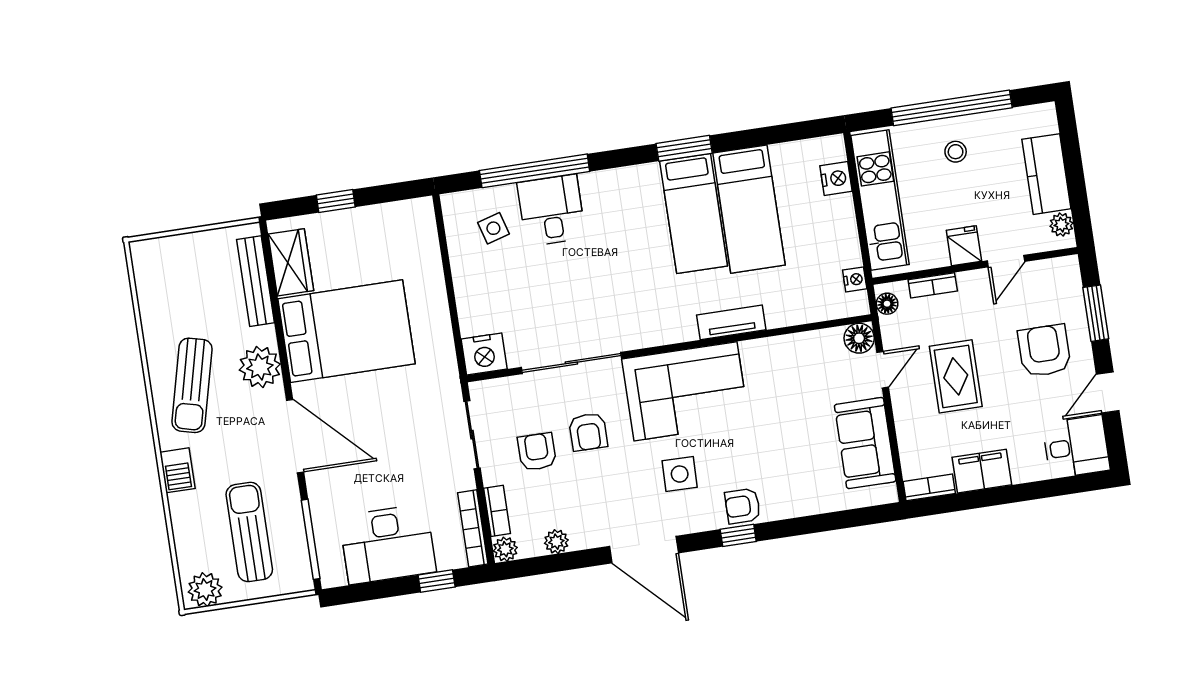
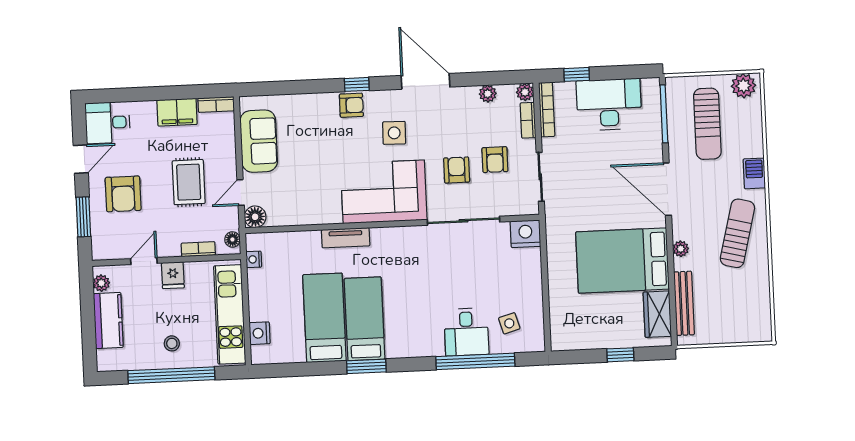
plant: (260, 367) -> (681, 249), width x0.53, depth x0.53

